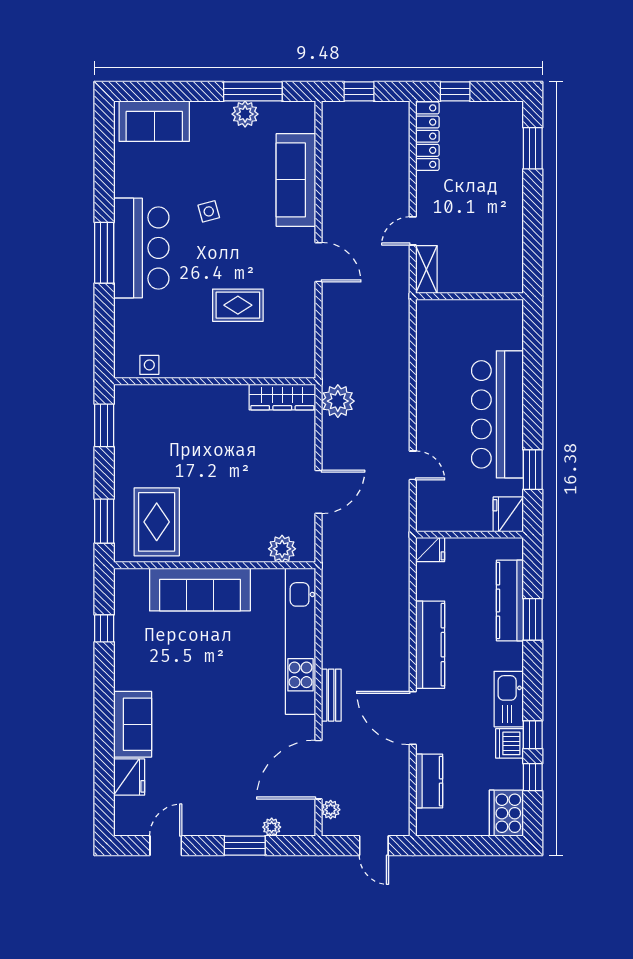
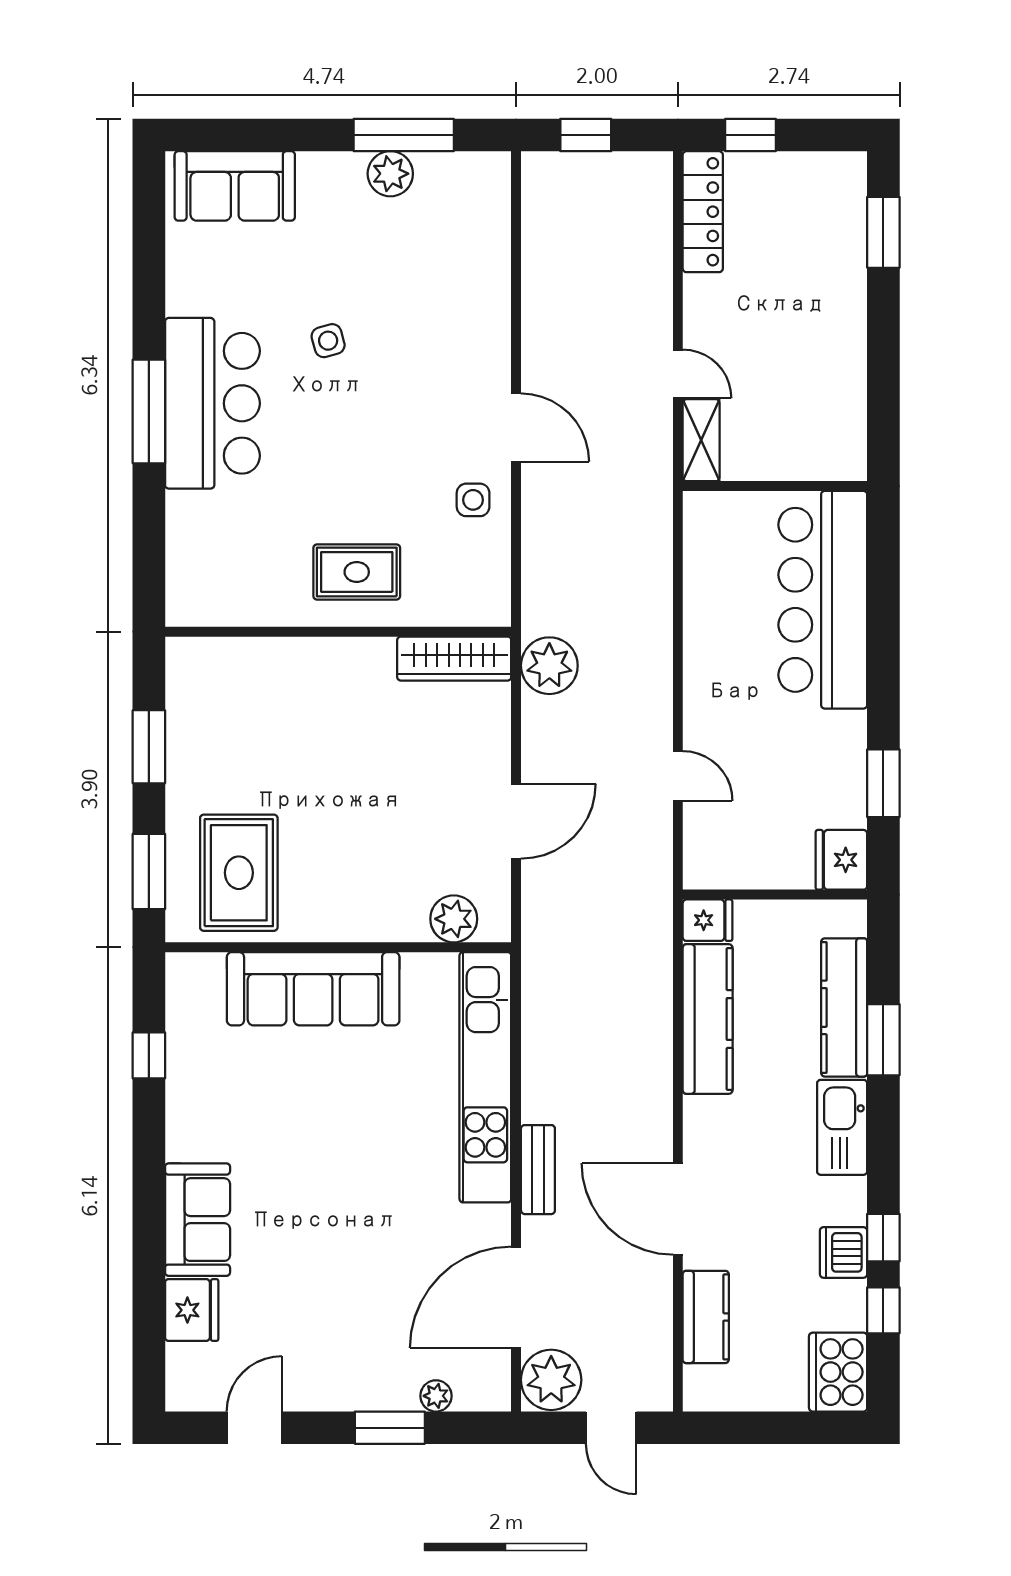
sofa: (296, 180) -> (478, 287), removed
door: (413, 231) -> (678, 374), swing flipped
rug: (238, 305) -> (357, 572), moved
side table: (149, 365) -> (473, 500), moved
bar counter: (497, 414) -> (823, 600), moved
window: (104, 425) -> (149, 747), moved
kitchen counter: (430, 645) -> (708, 1019), moved
kitchen sink: (509, 699) -> (842, 1127), moved
plant: (331, 810) -> (551, 1380), width x1.88, depth x1.88

